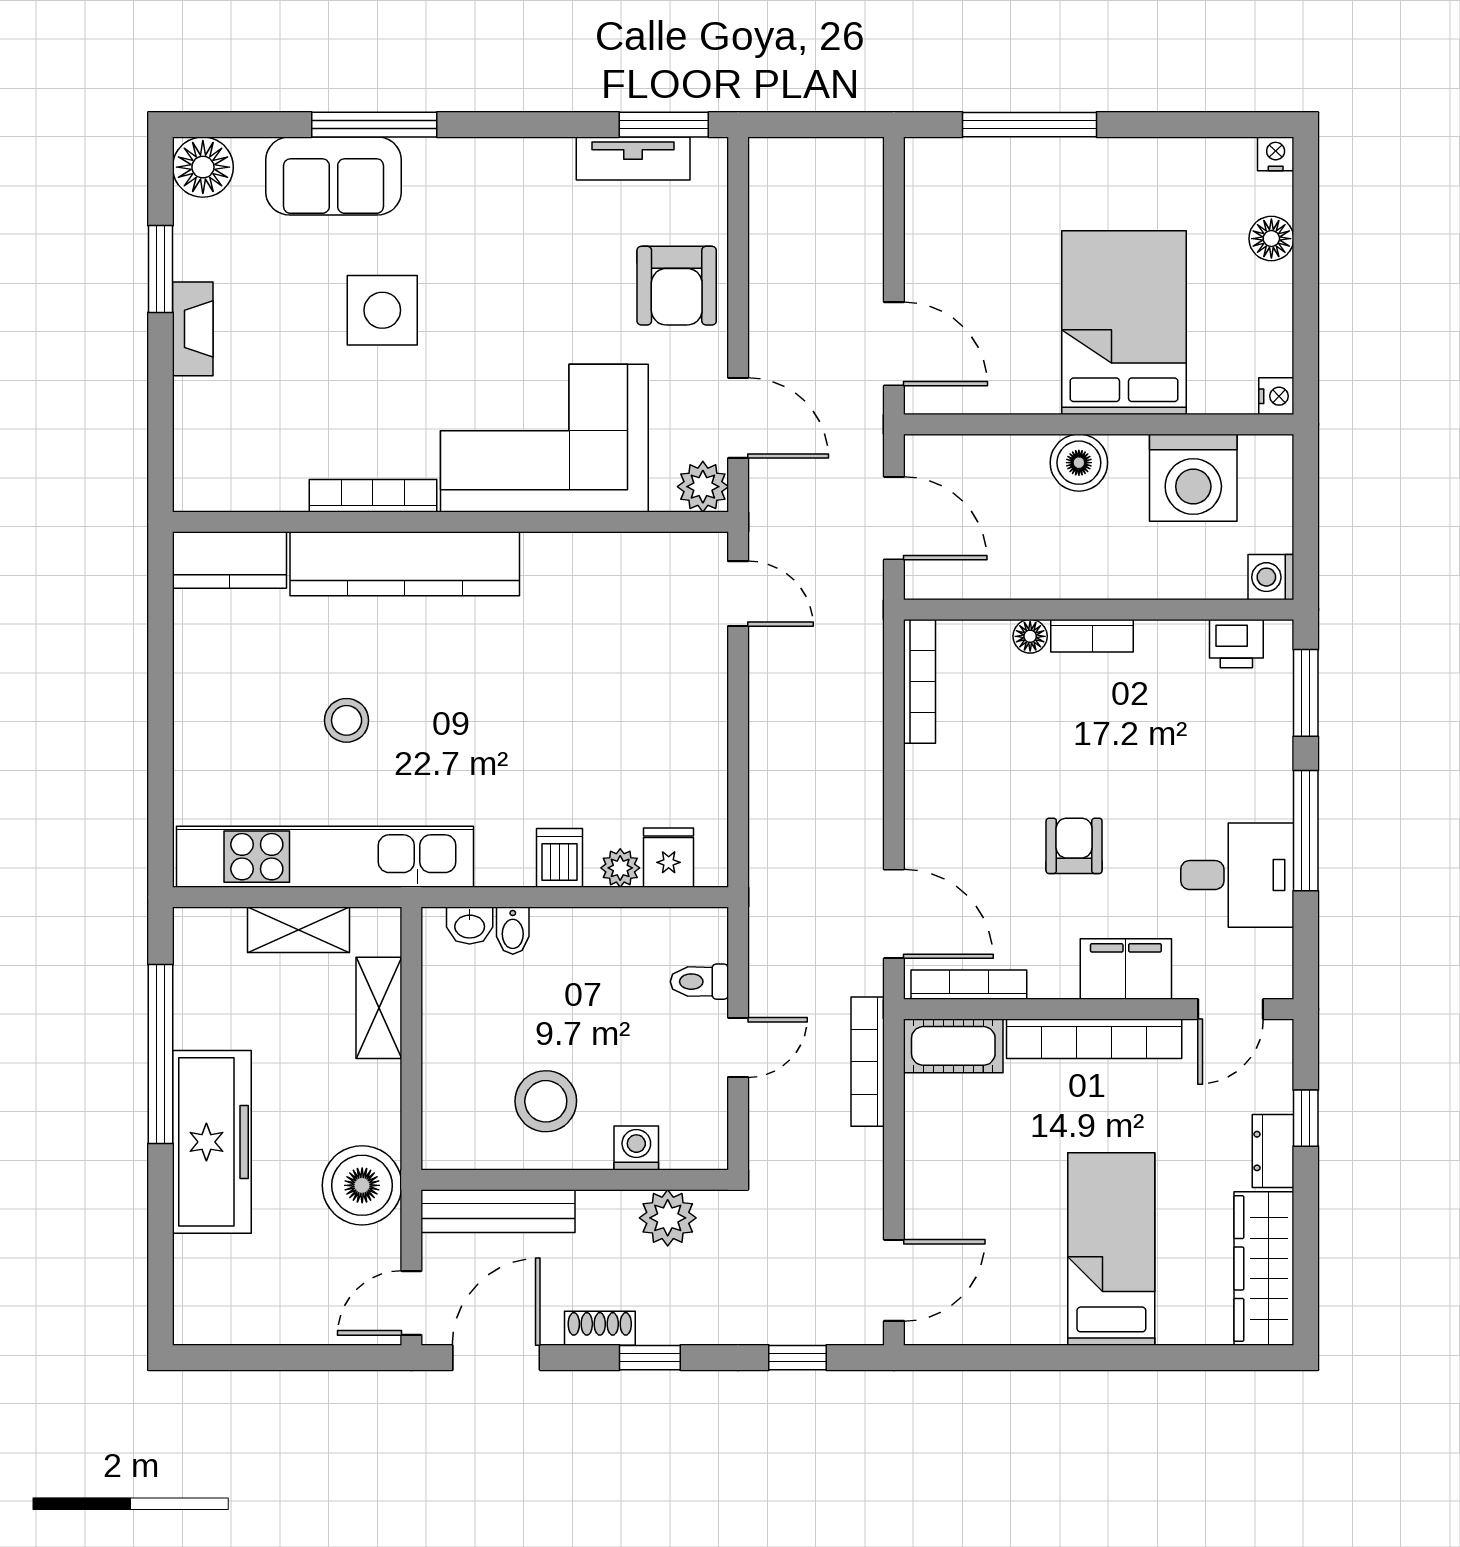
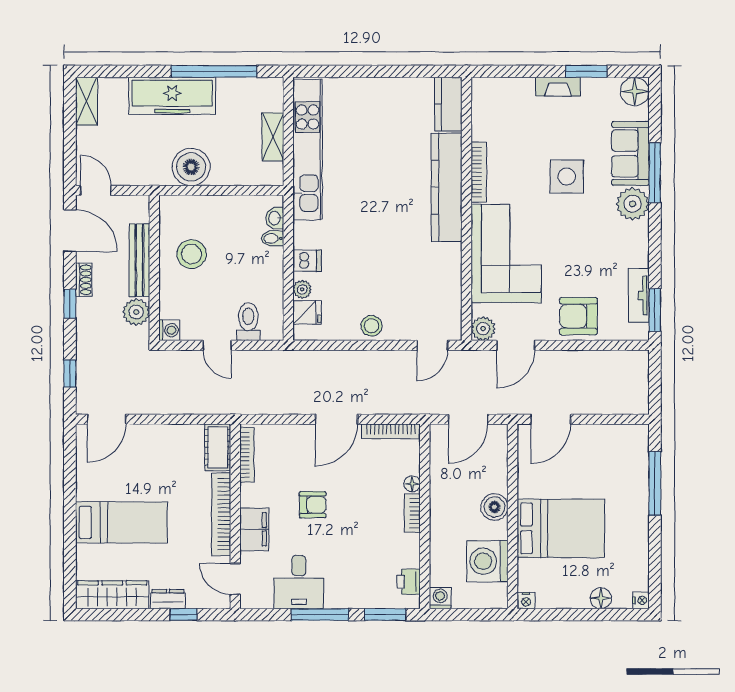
plant: (440, 171) -> (633, 204), added
stool: (347, 720) -> (372, 326), moved
door: (894, 914) -> (336, 419), moved
toilet: (699, 982) -> (248, 322), width x1.37, depth x1.39
shelving: (379, 1008) -> (87, 101), moved, turned 90
bookcase: (868, 1062) -> (210, 407), removed
washing machine: (636, 1148) -> (169, 330), moved
boiler: (362, 1185) -> (191, 167), moved
bench: (498, 1211) -> (139, 260), moved
door: (894, 1280) -> (107, 419), hinge flipped

